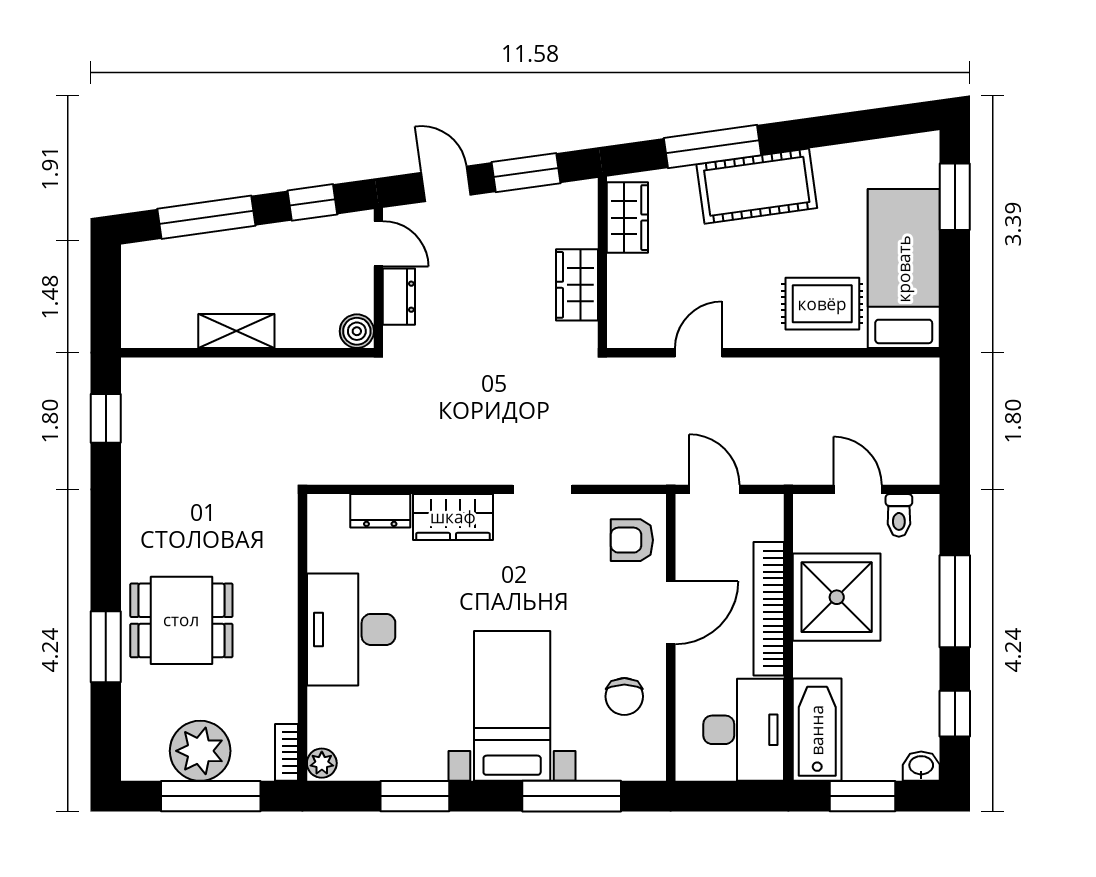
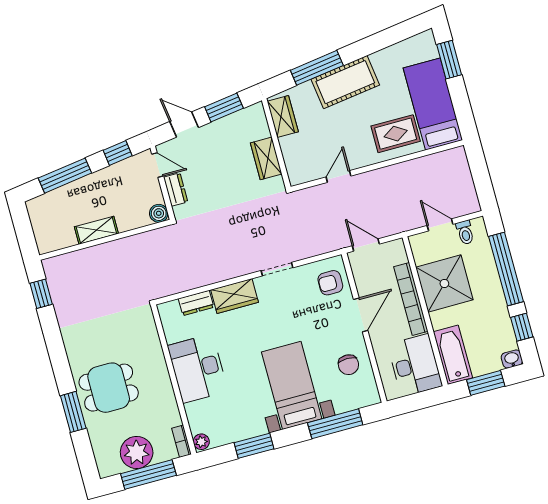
window: (955, 601) -> (506, 269), width x1.46

